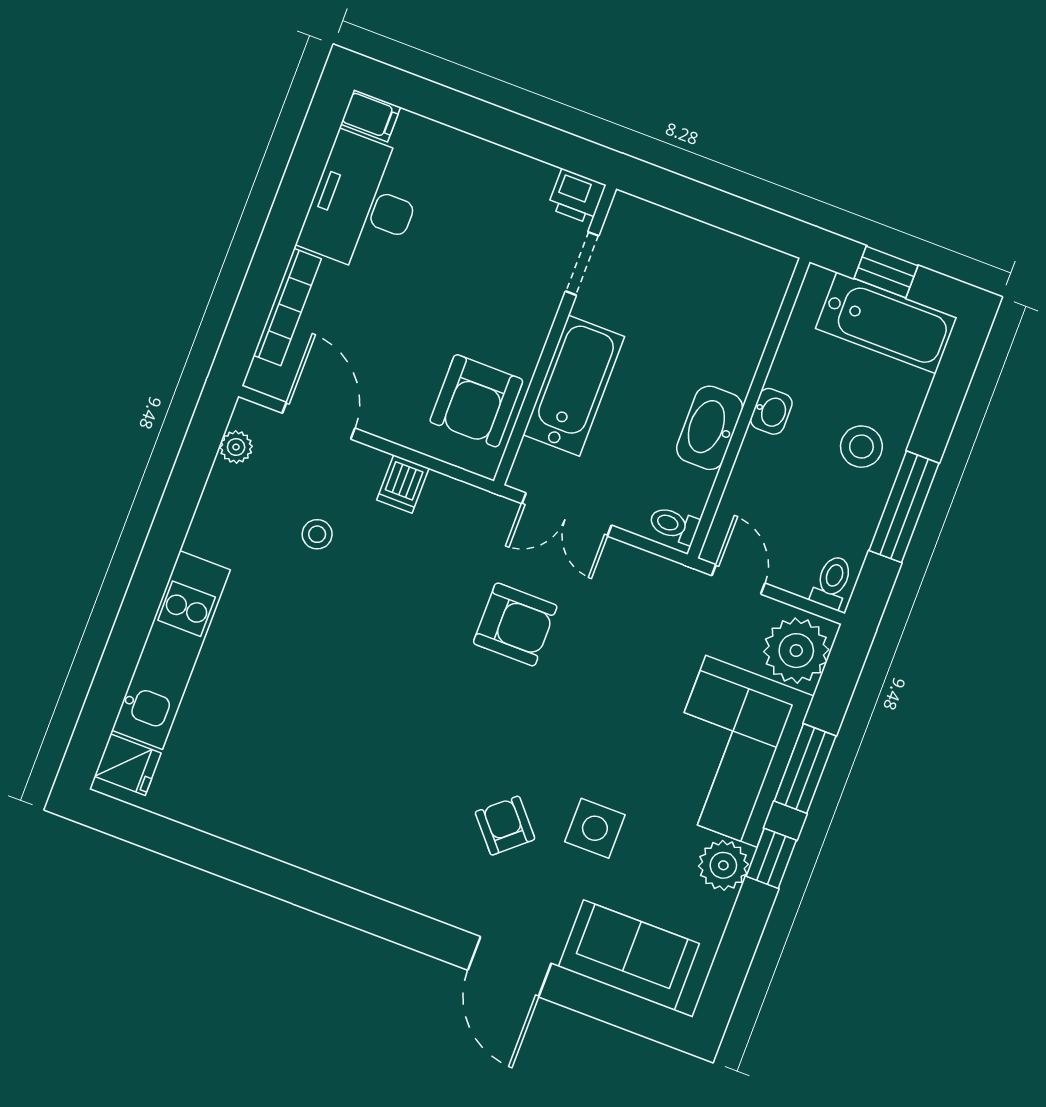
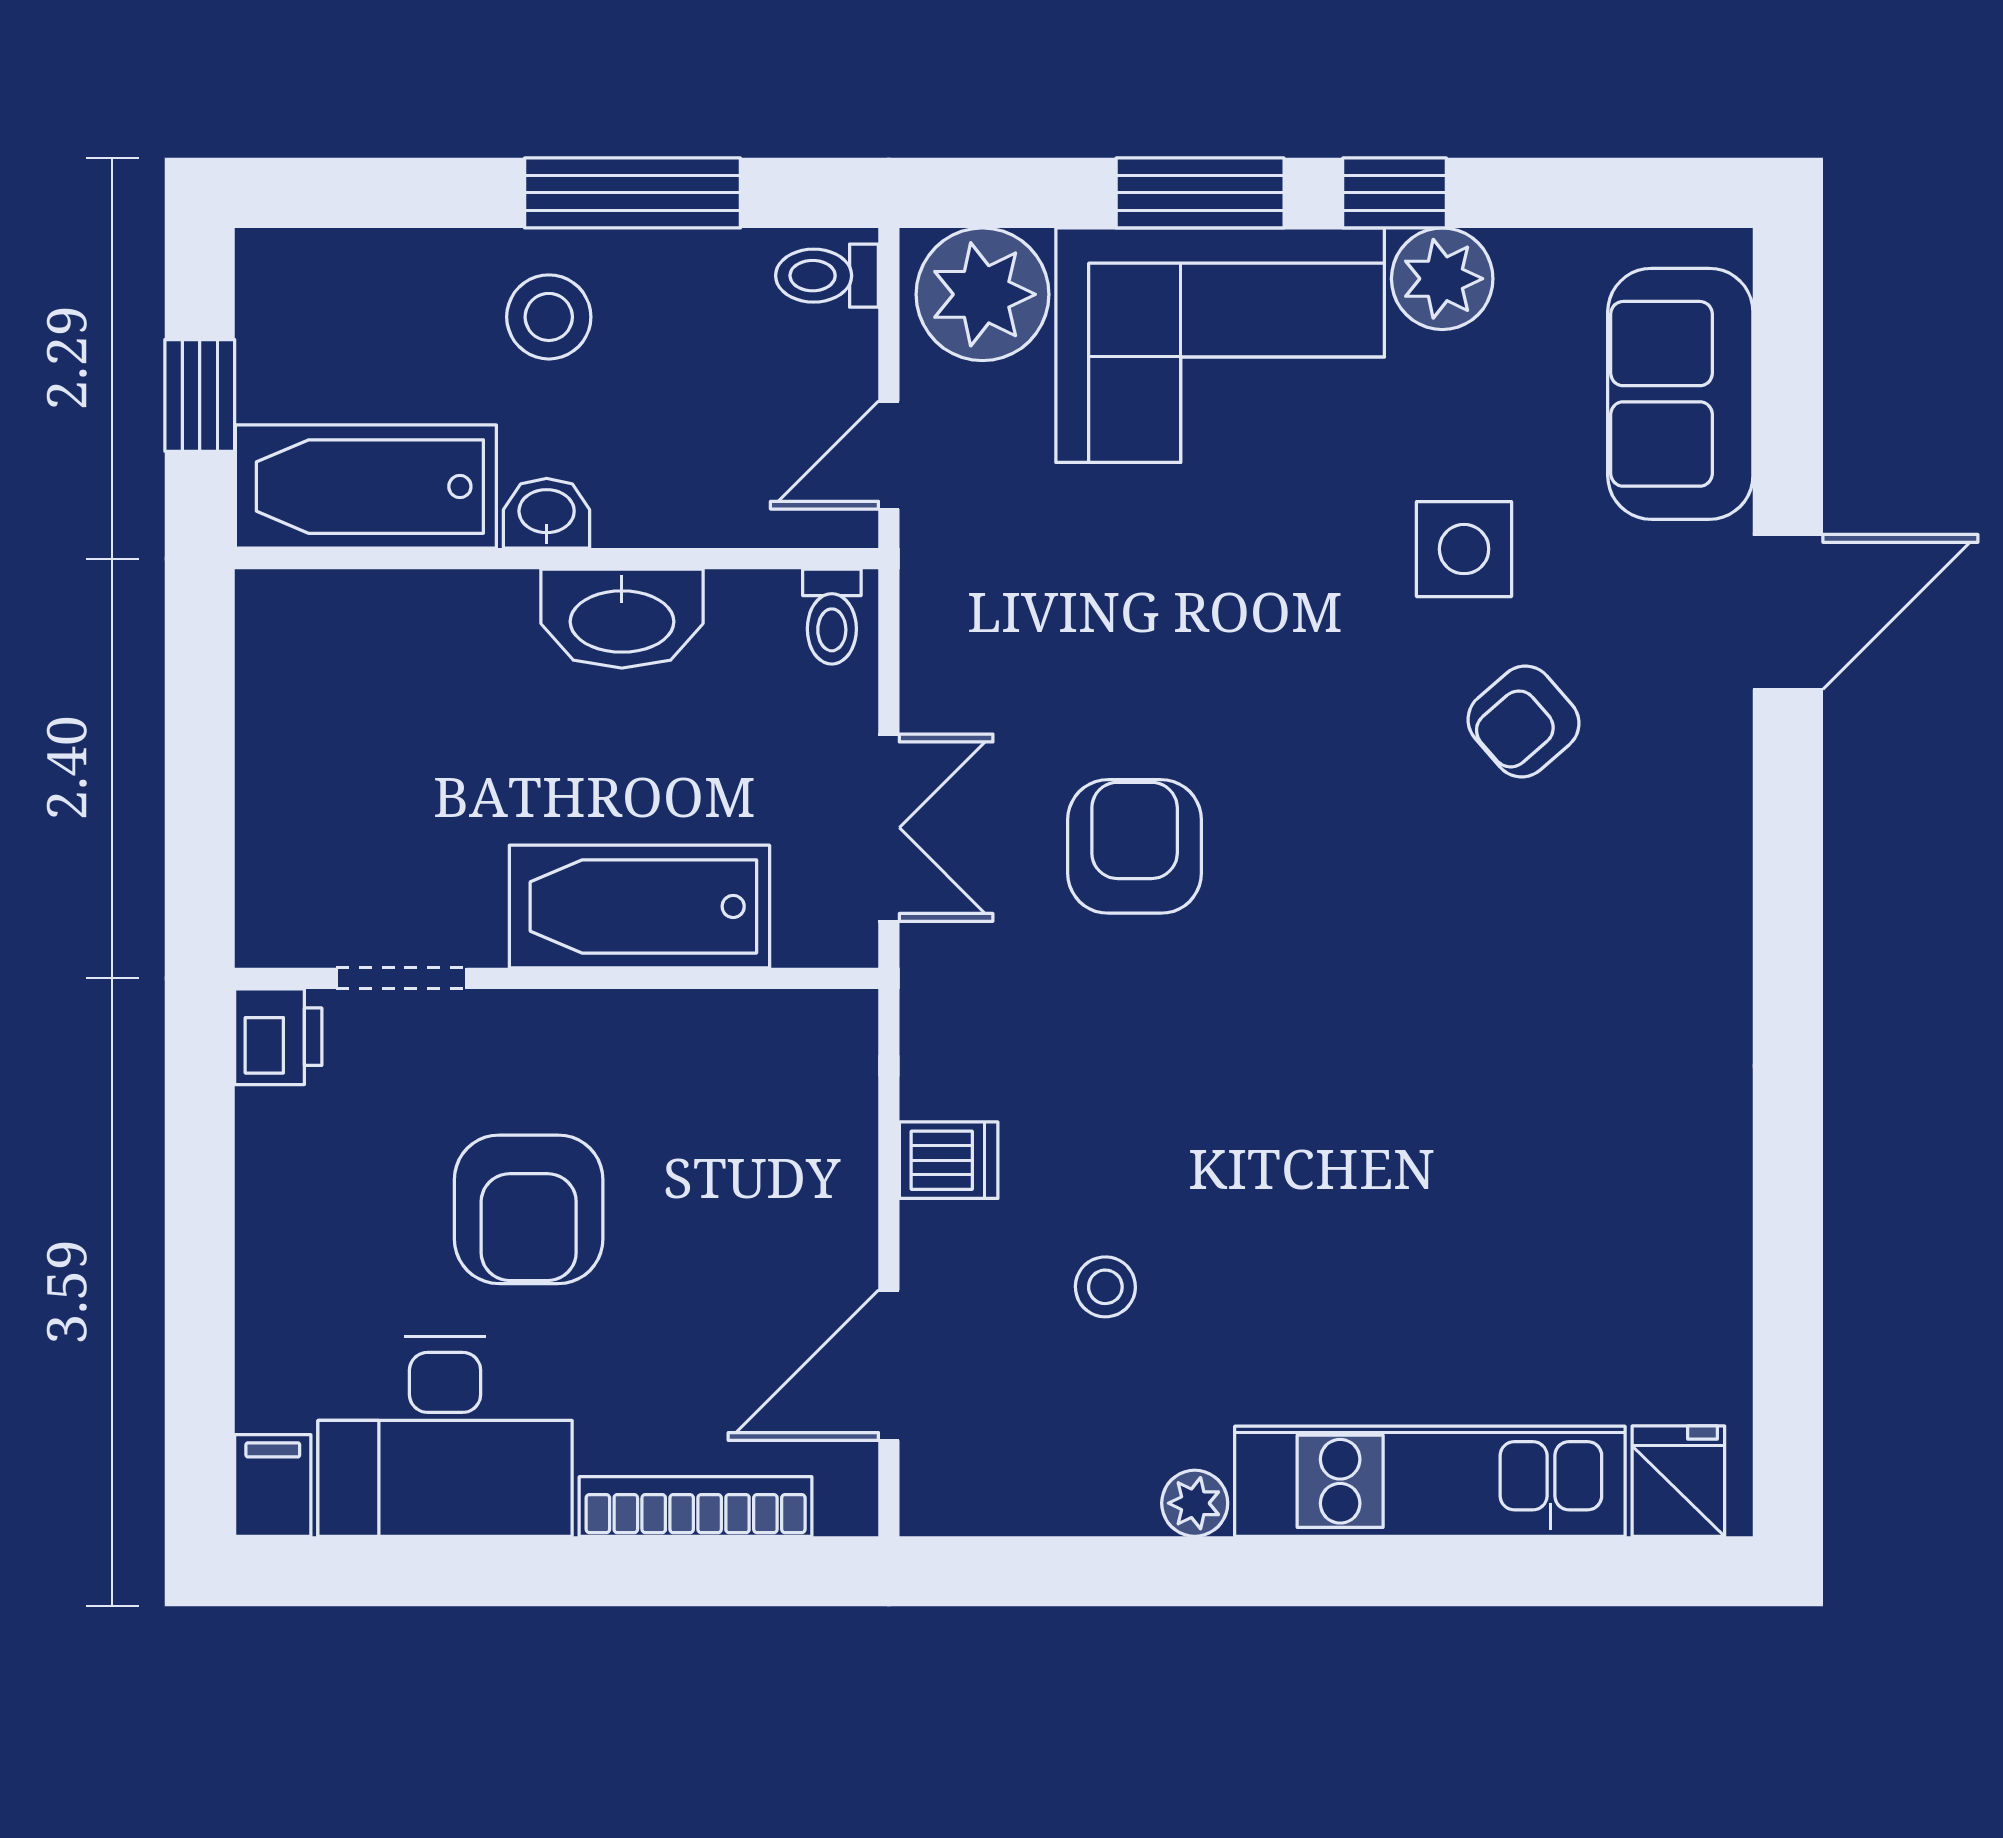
bathtub: (886, 323) -> (366, 487), moved, turned -90
armchair: (476, 401) -> (529, 1209), moved, turned 90
plant: (236, 447) -> (1195, 1503), moved

